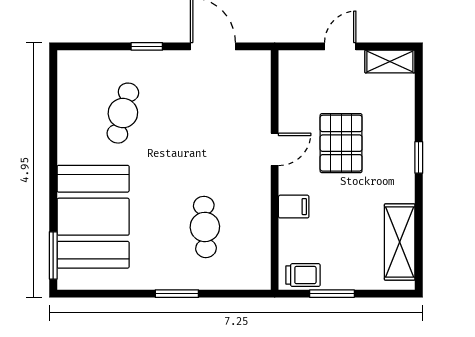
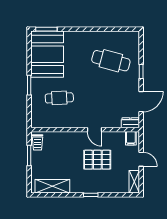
dresser: (260, 70) -> (130, 123), added
cafe table: (123, 113) -> (111, 61), width x1.37, depth x1.35
filing cabinet: (294, 207) -> (131, 138), moved
booth: (93, 217) -> (47, 54), moved, turned 90

